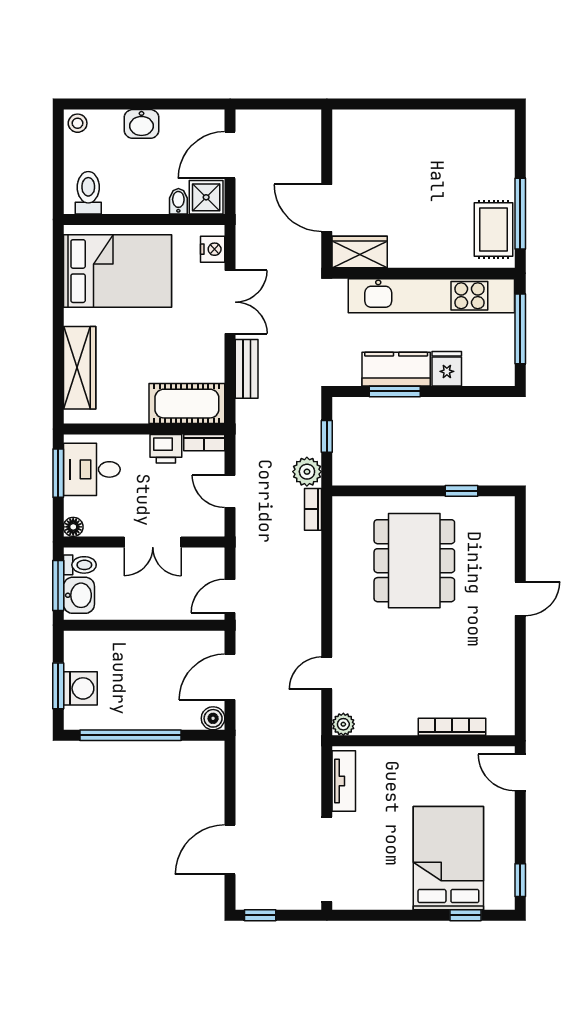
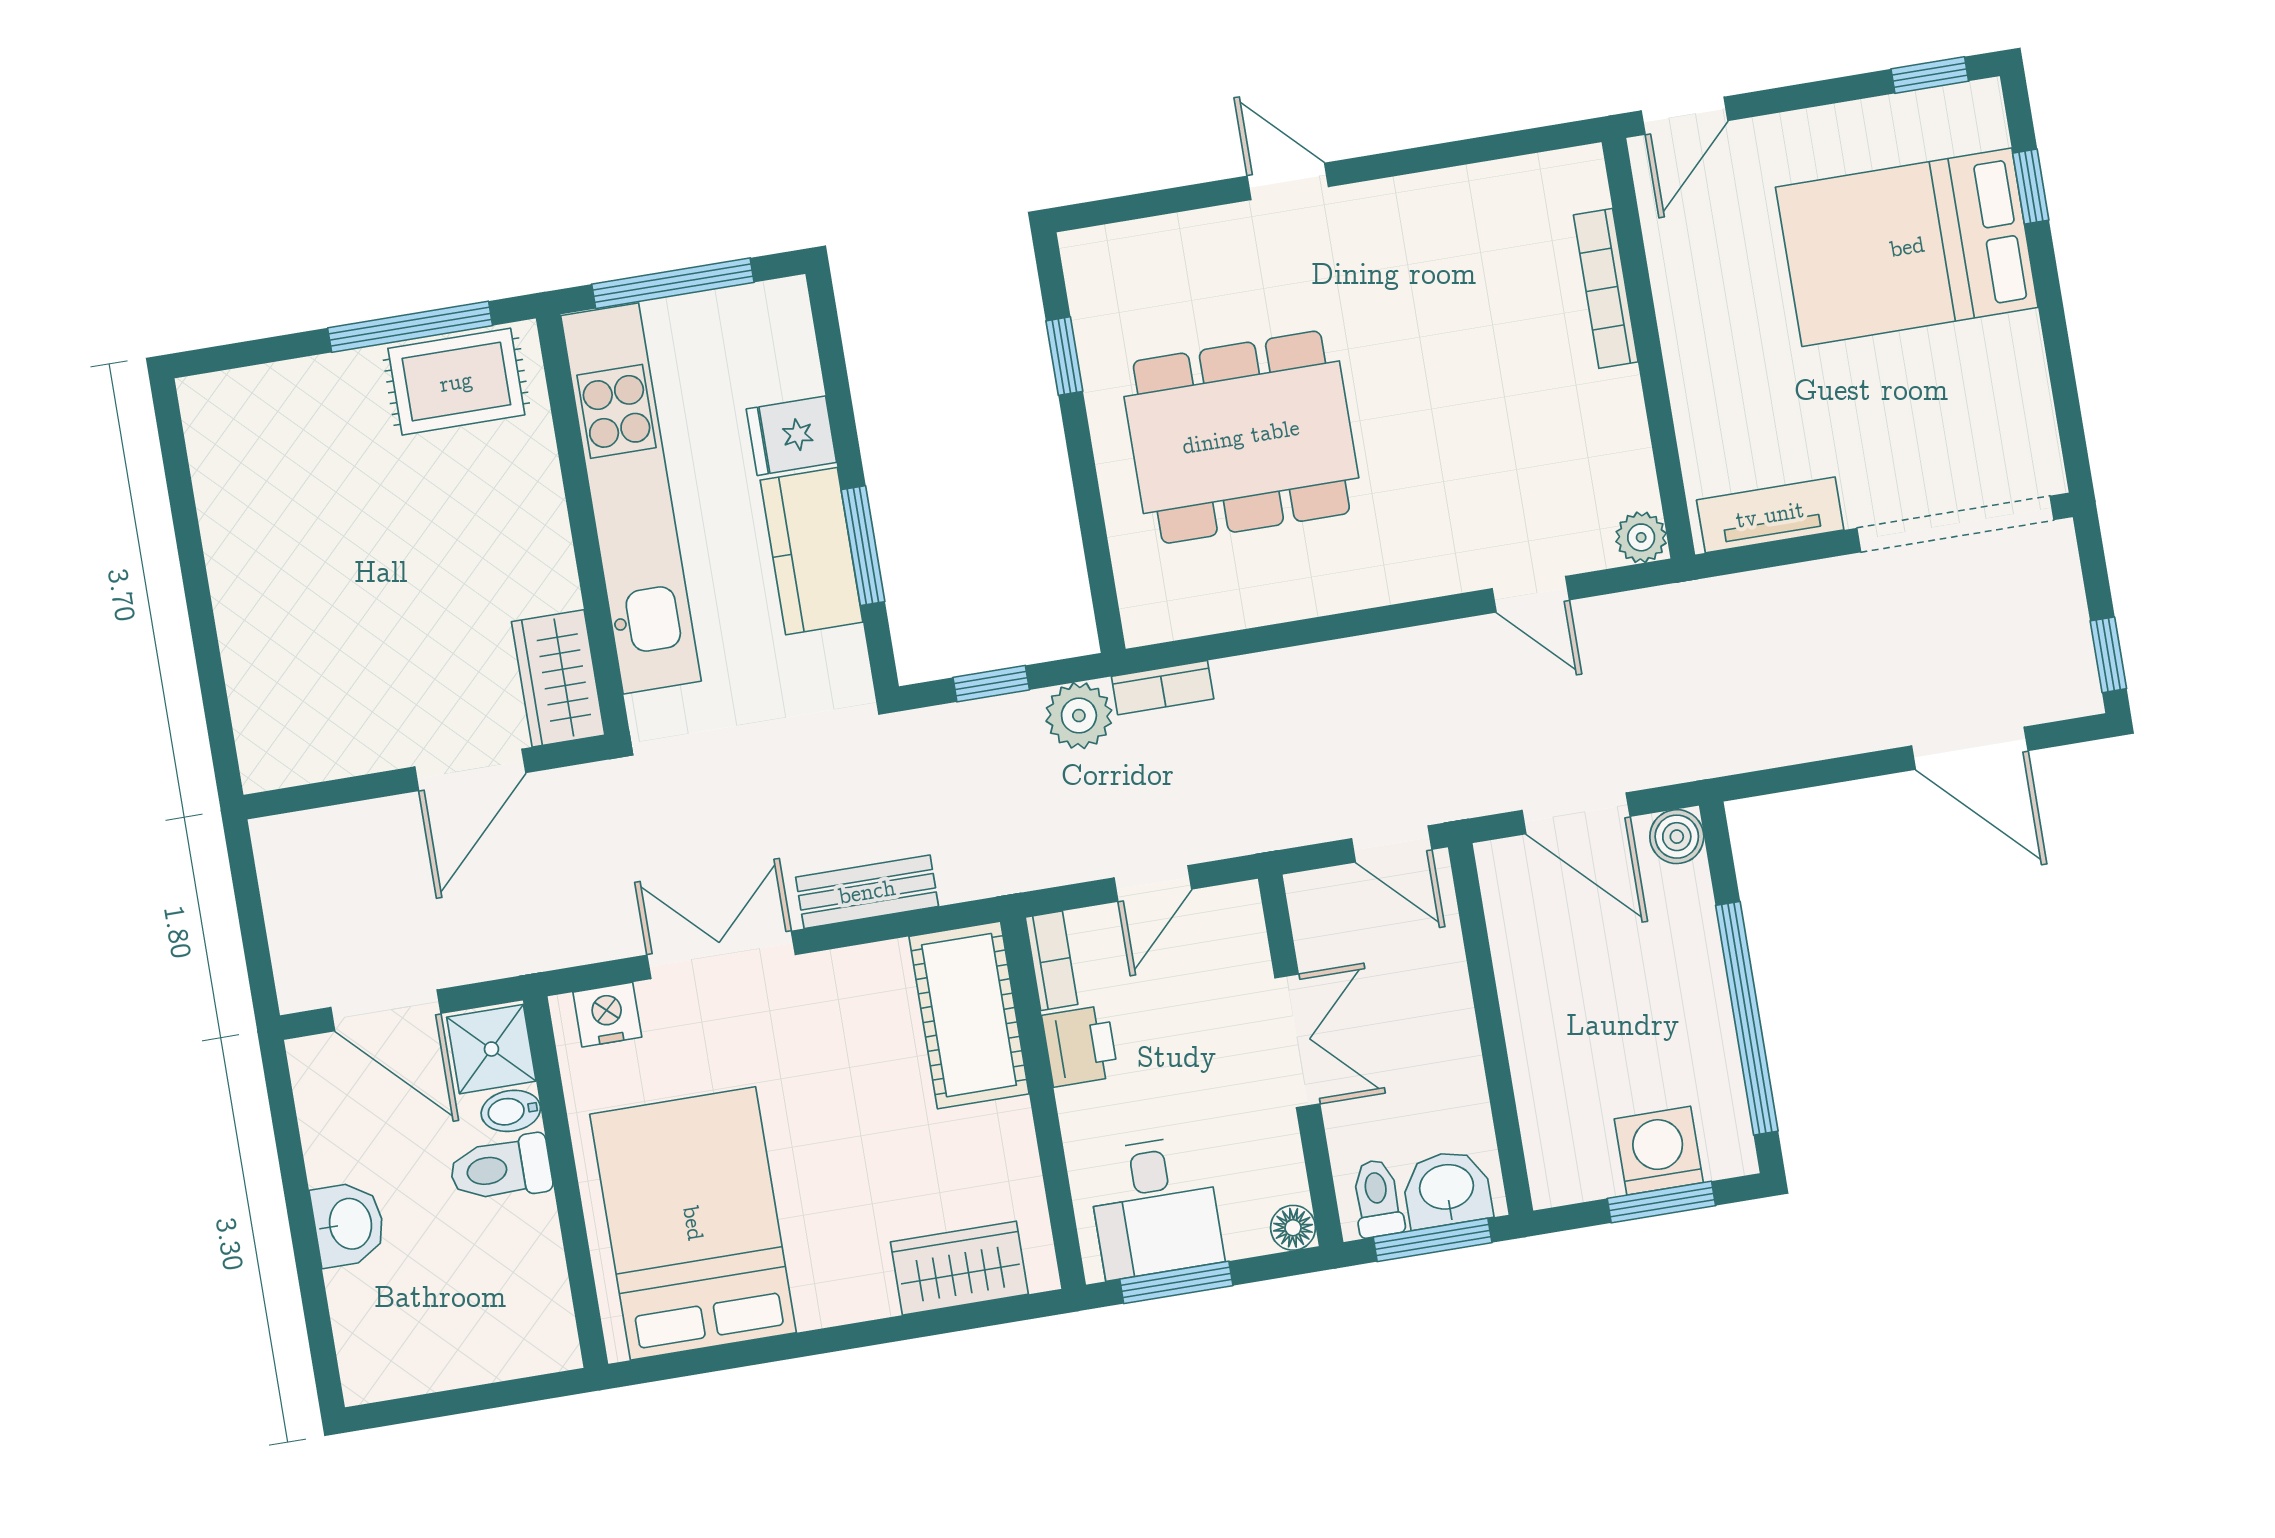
stool: (78, 123) -> (371, 1370), removed
toilet: (88, 193) -> (501, 1169), moved
wardrobe: (80, 368) -> (959, 1268), width x0.67

